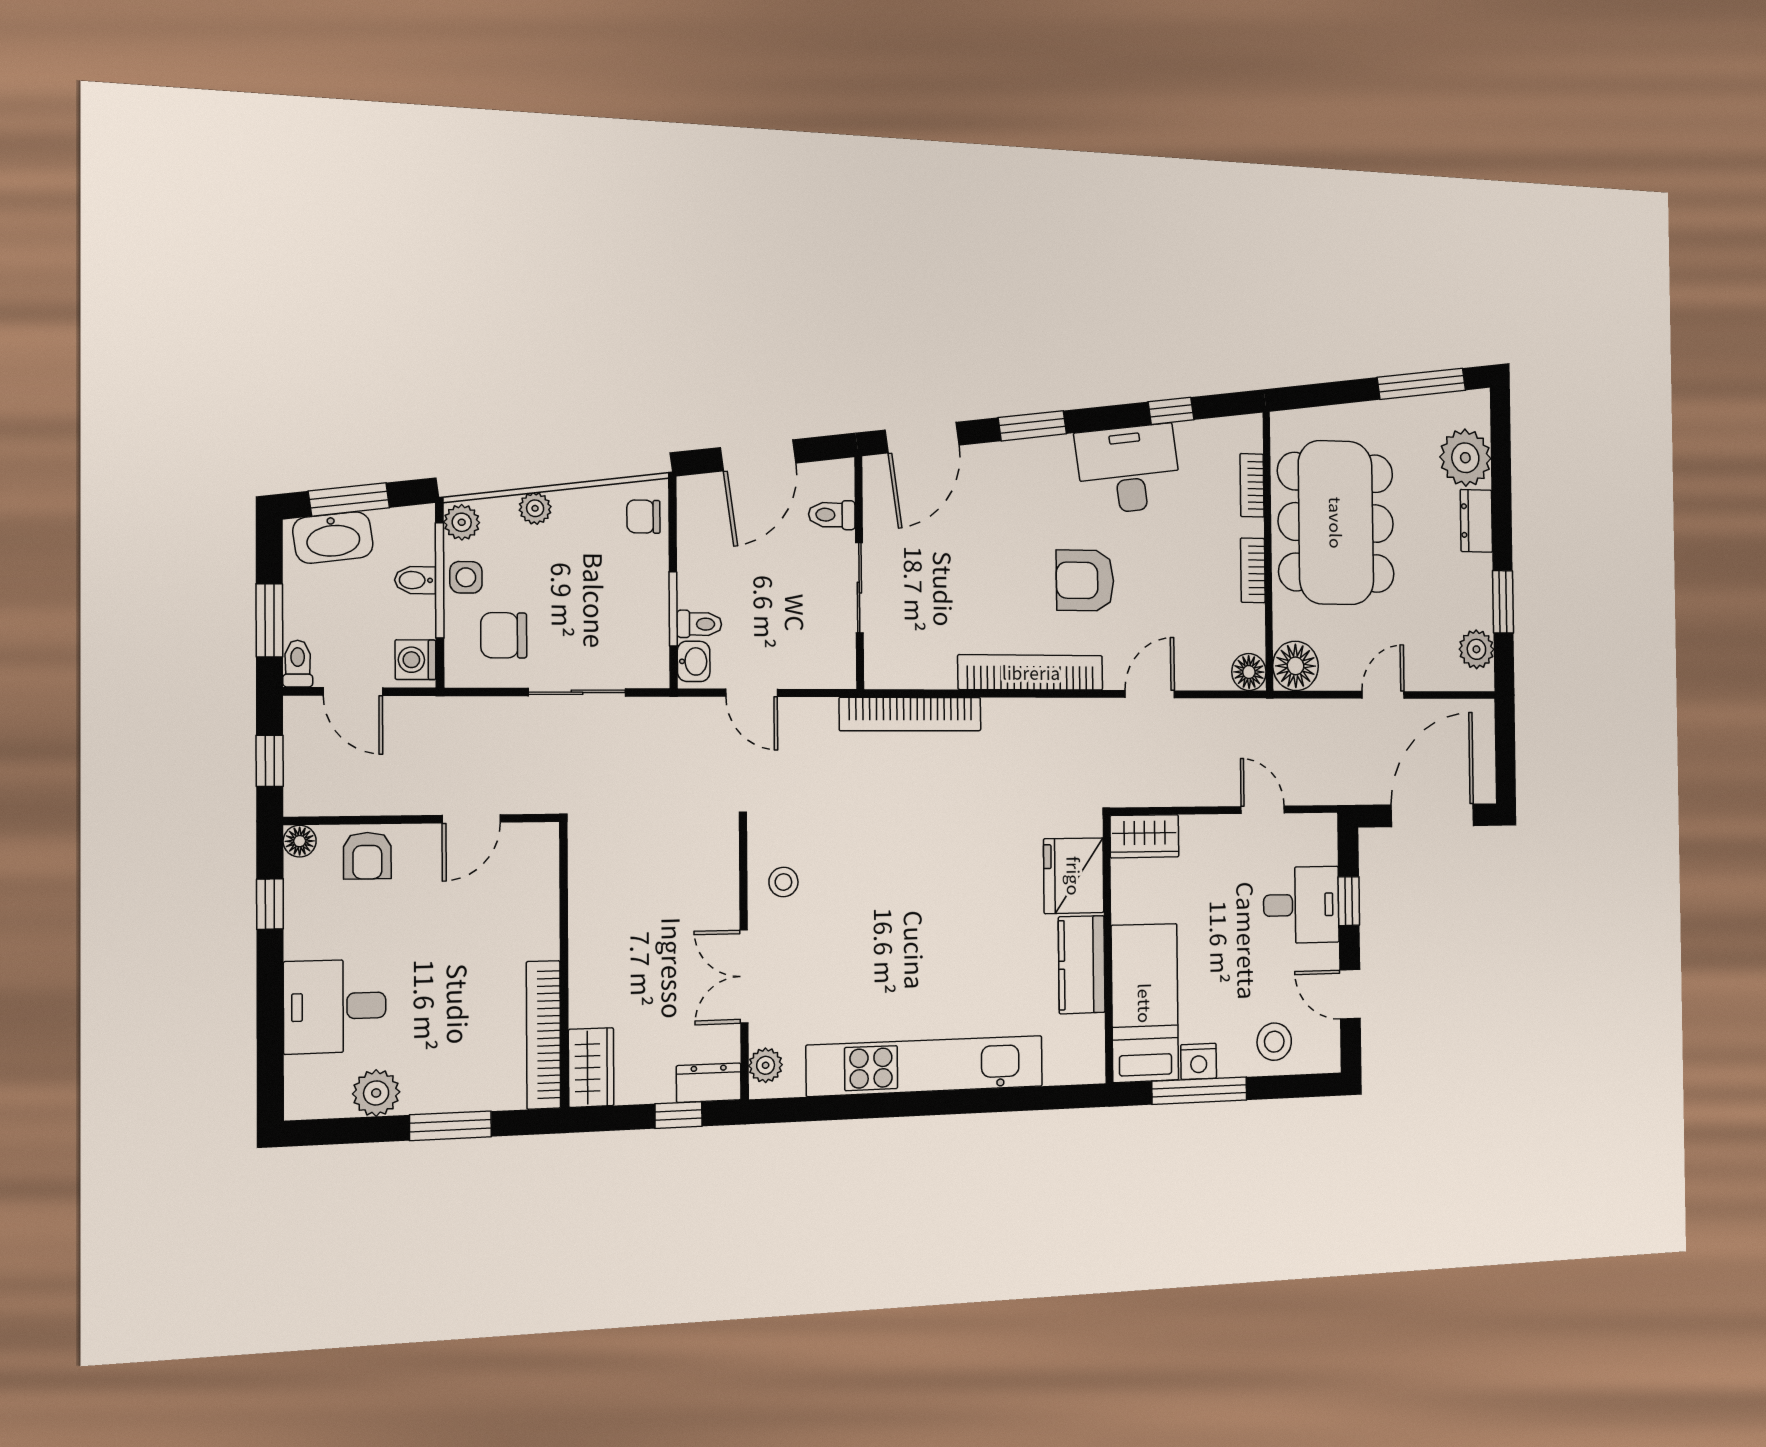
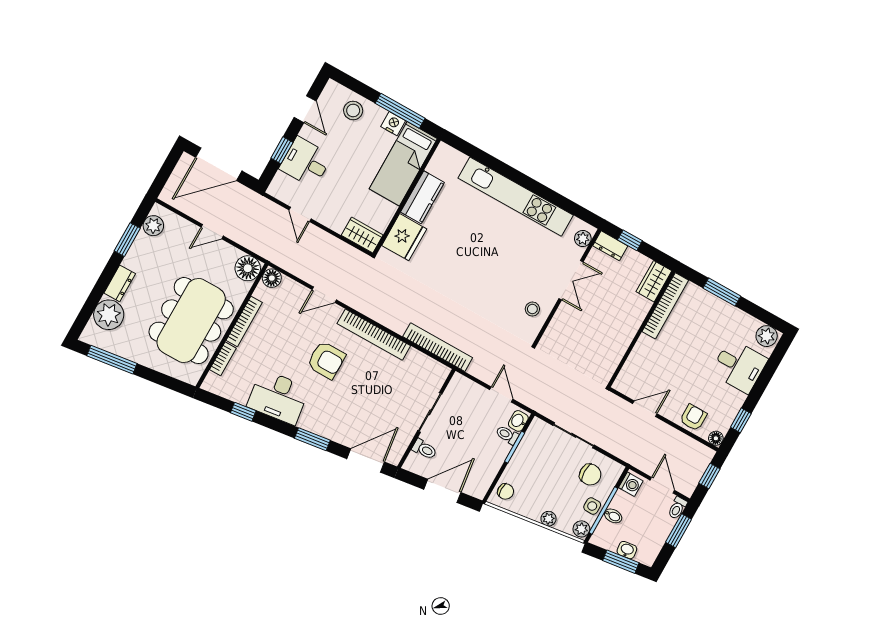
washbasin: (333, 538) -> (627, 550), width x0.52, depth x0.69
bookcase: (1253, 570) -> (244, 321), width x1.56
plant: (376, 1093) -> (767, 336), moved

